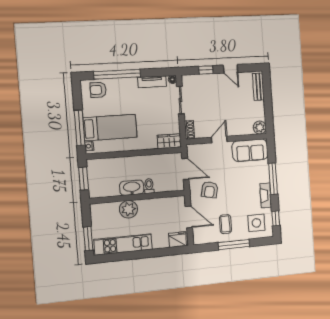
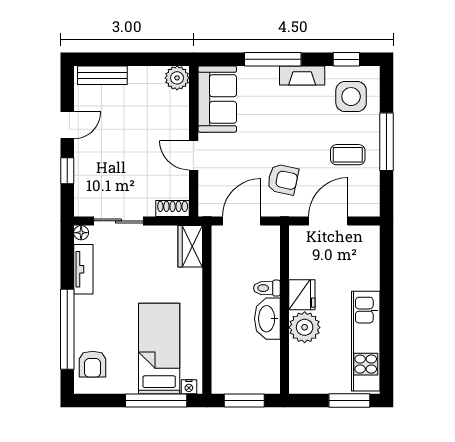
fridge: (178, 240) -> (302, 295), moved, turned 180

